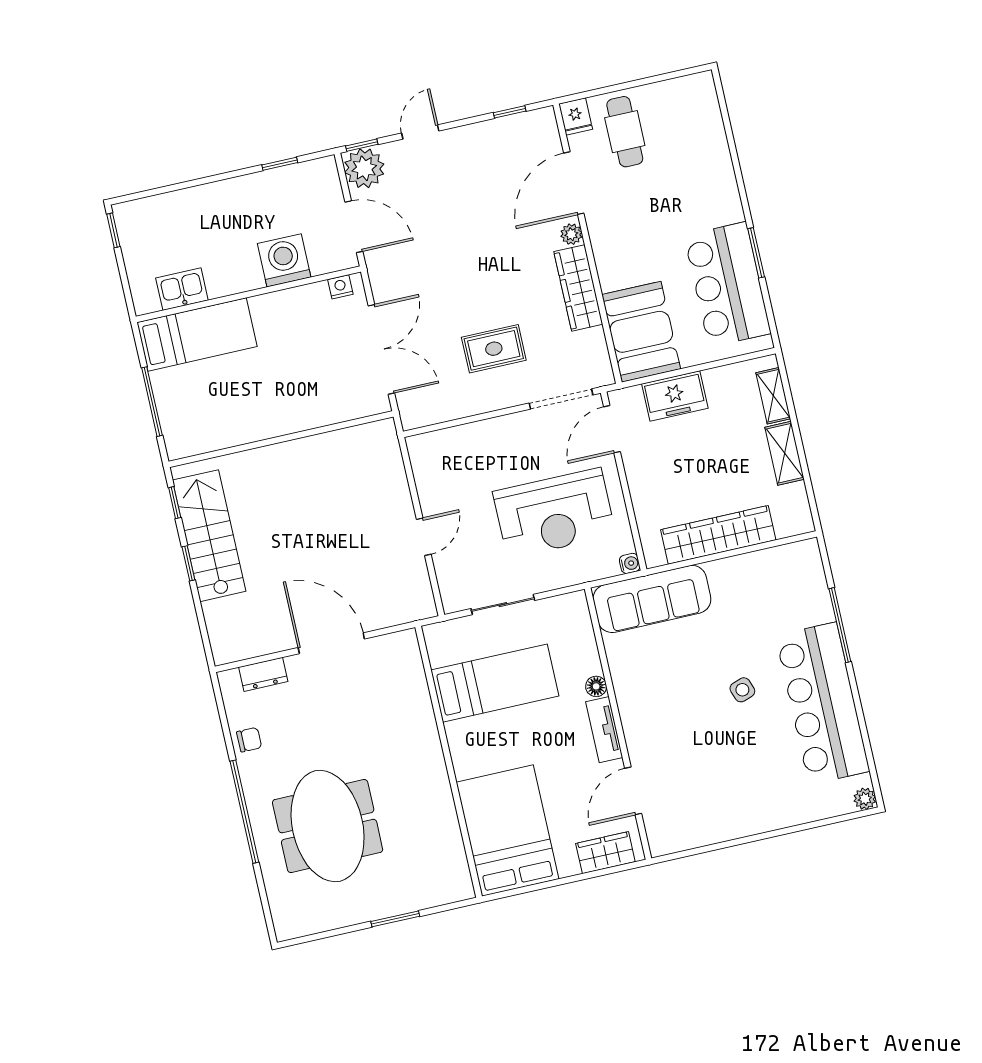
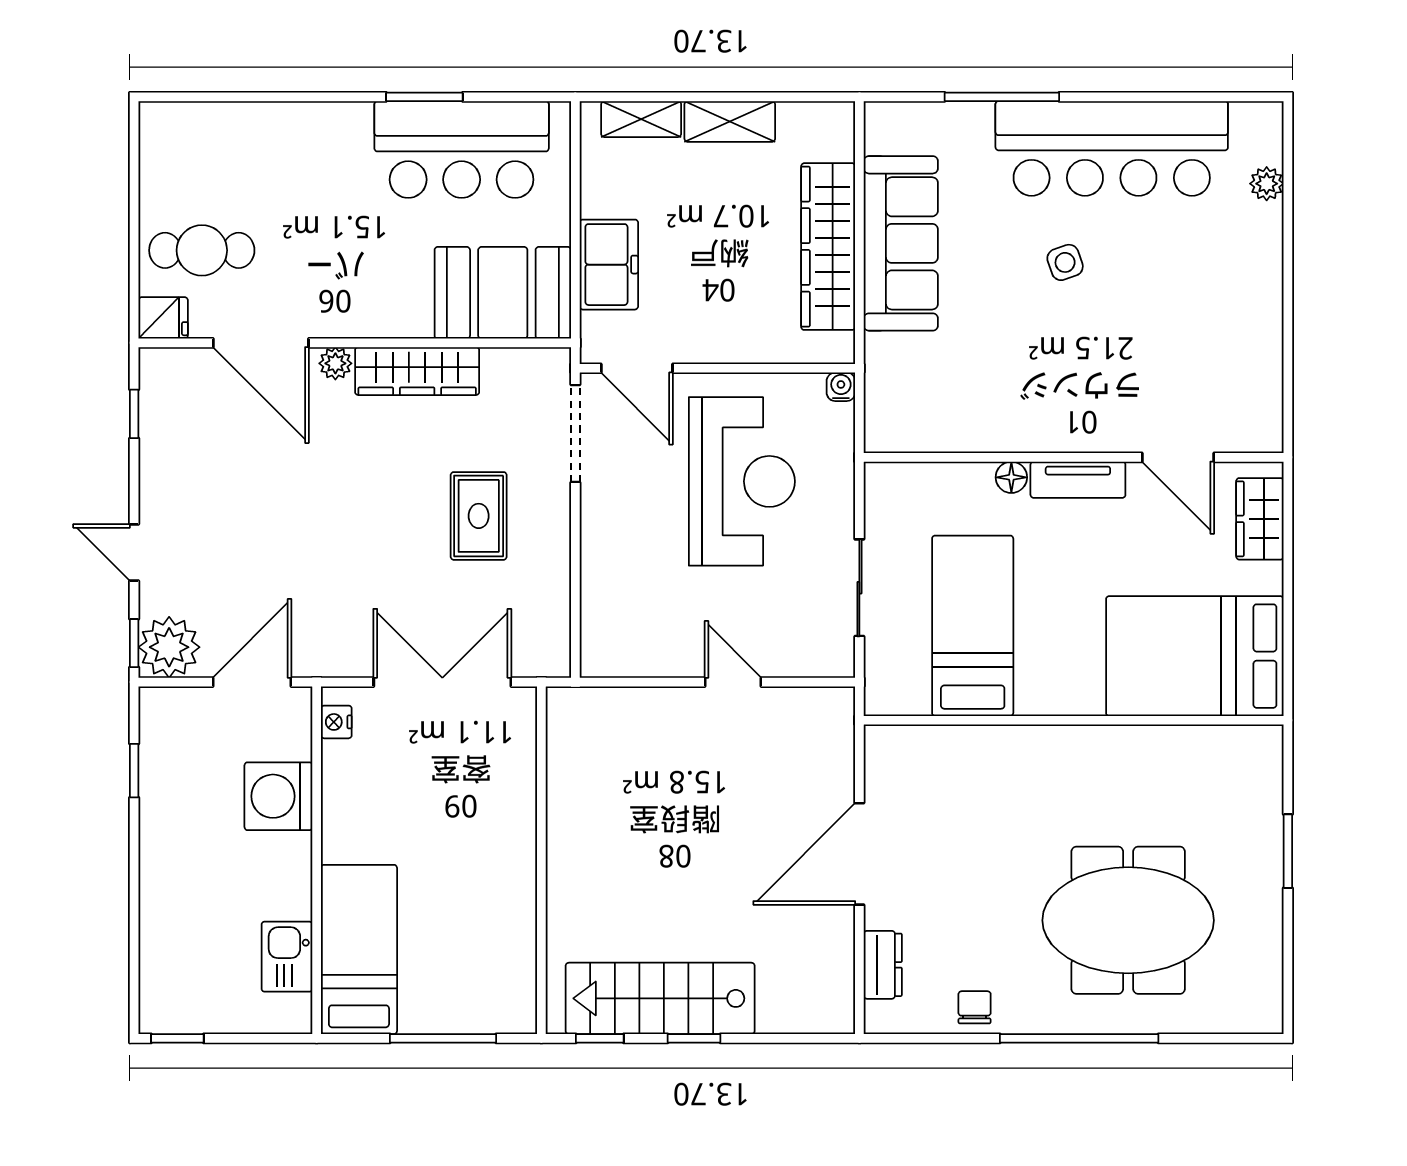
sofa: (652, 599) -> (901, 243), moved
plant: (865, 799) -> (1267, 184), moved

